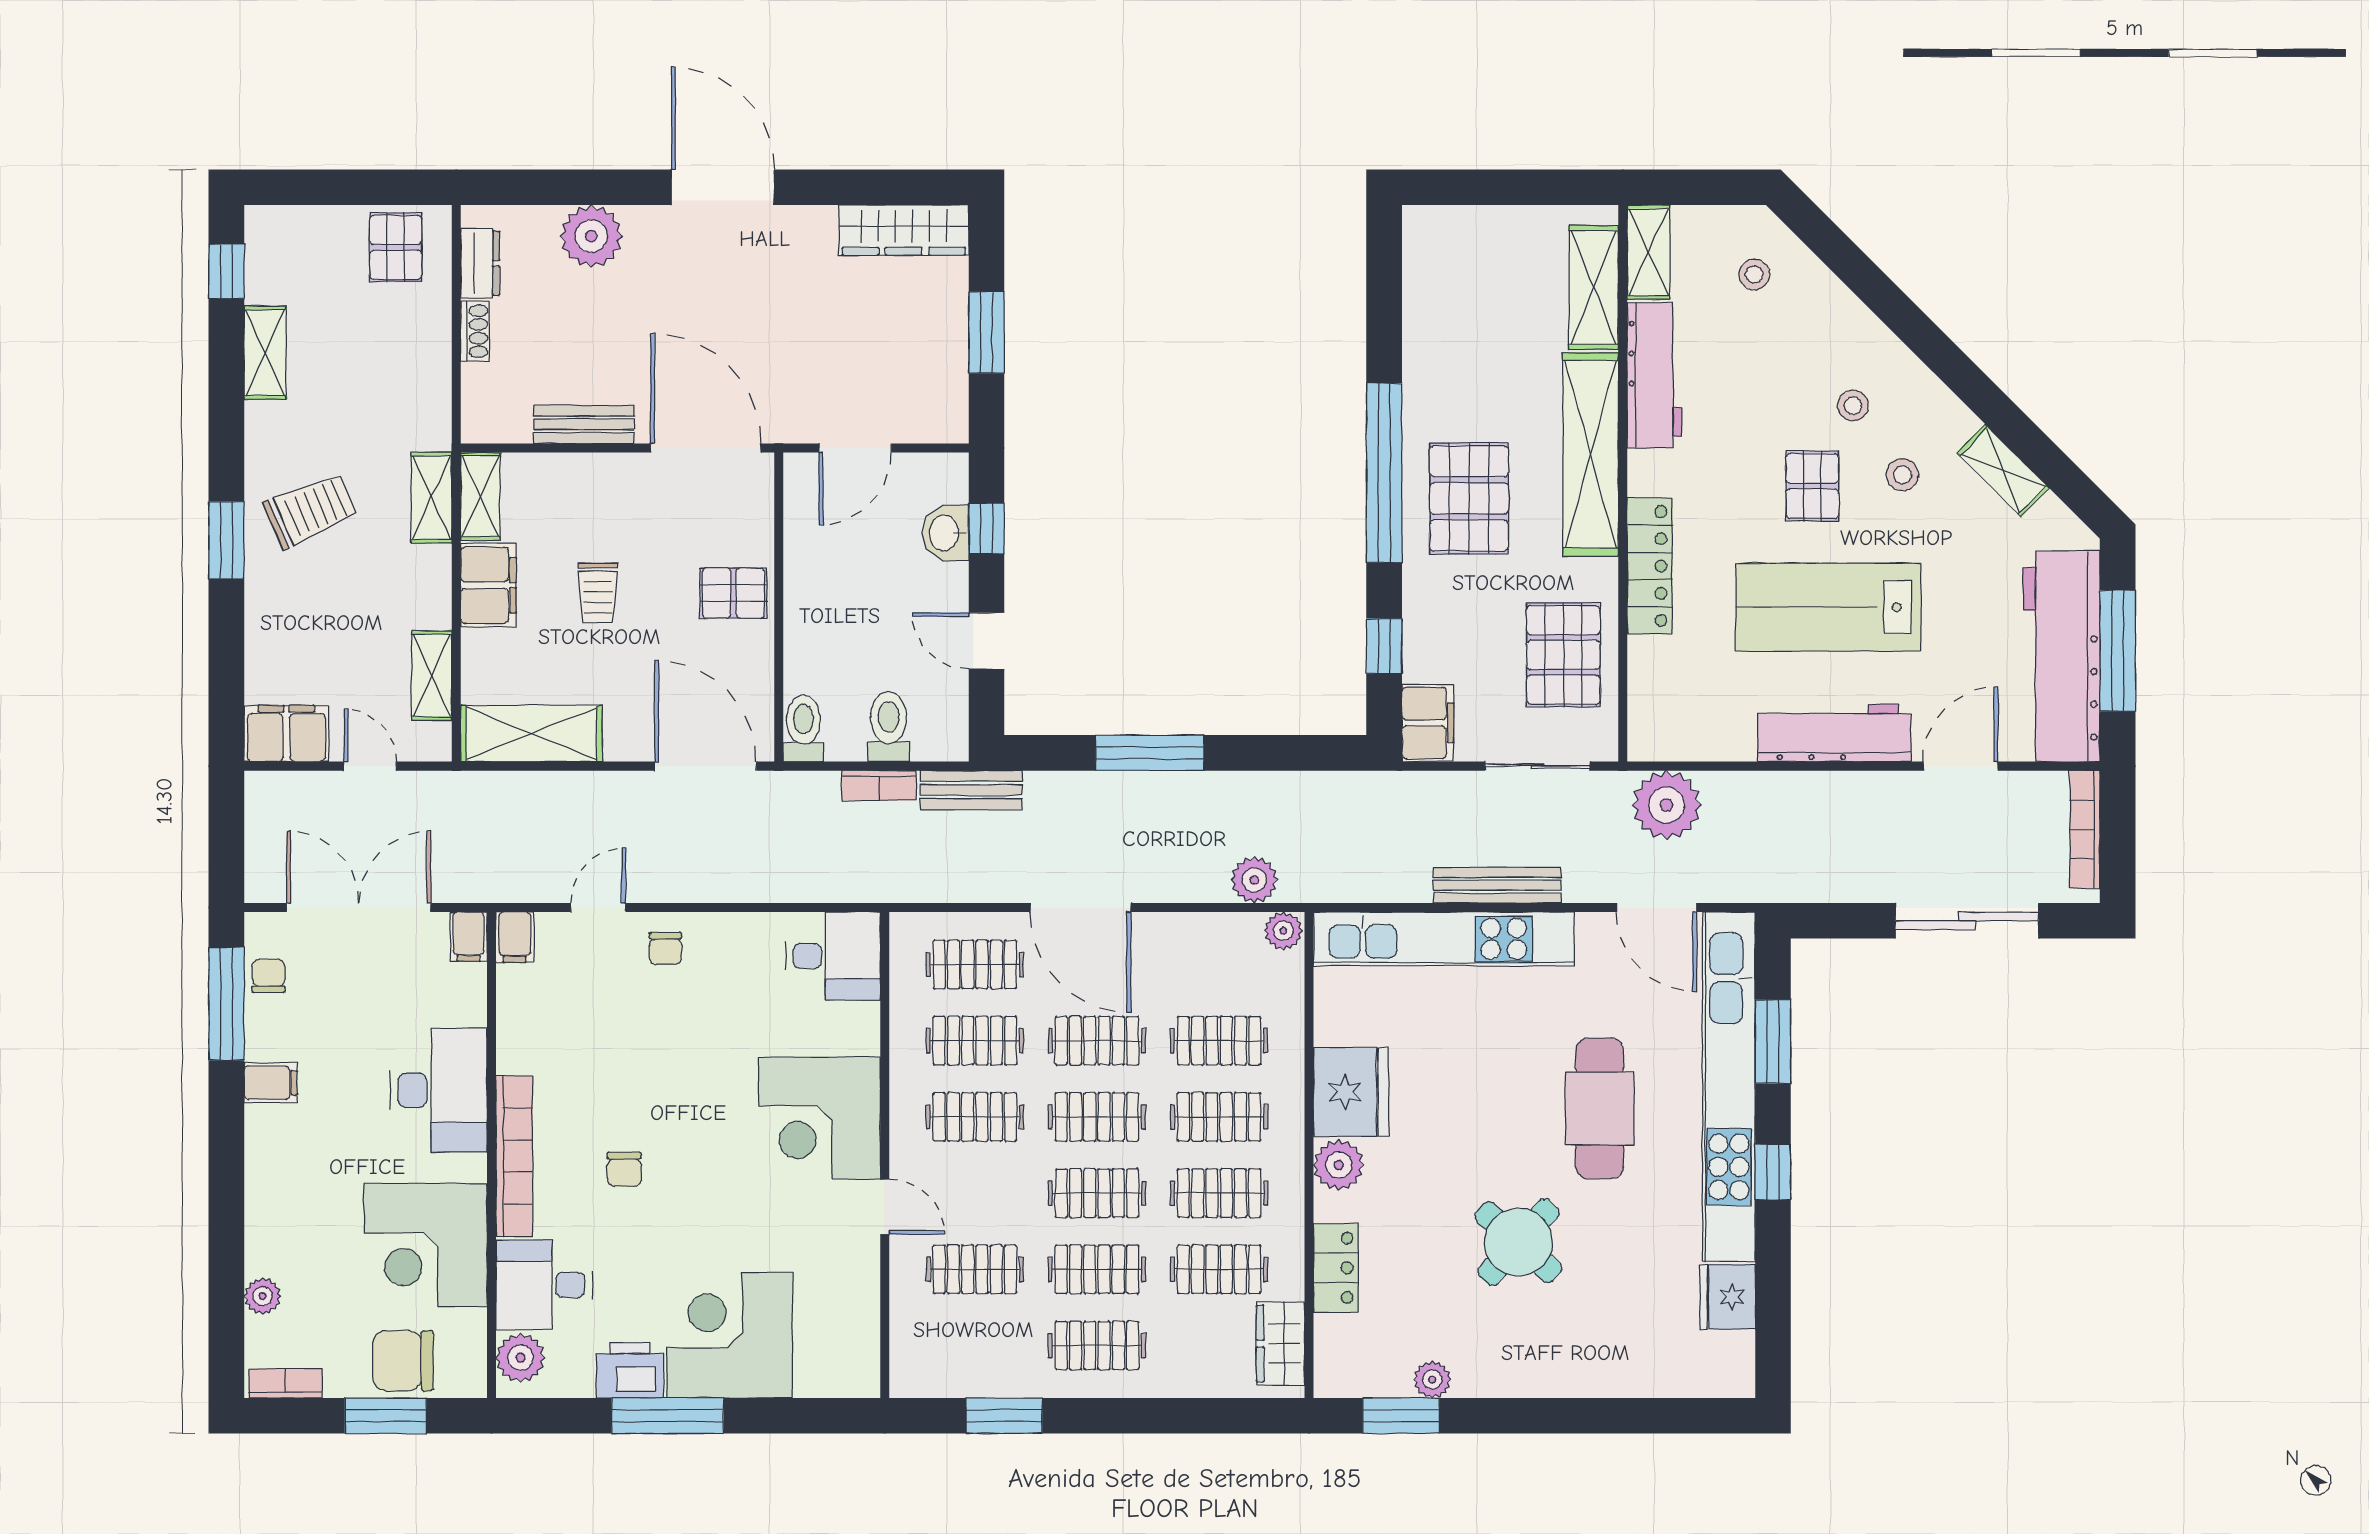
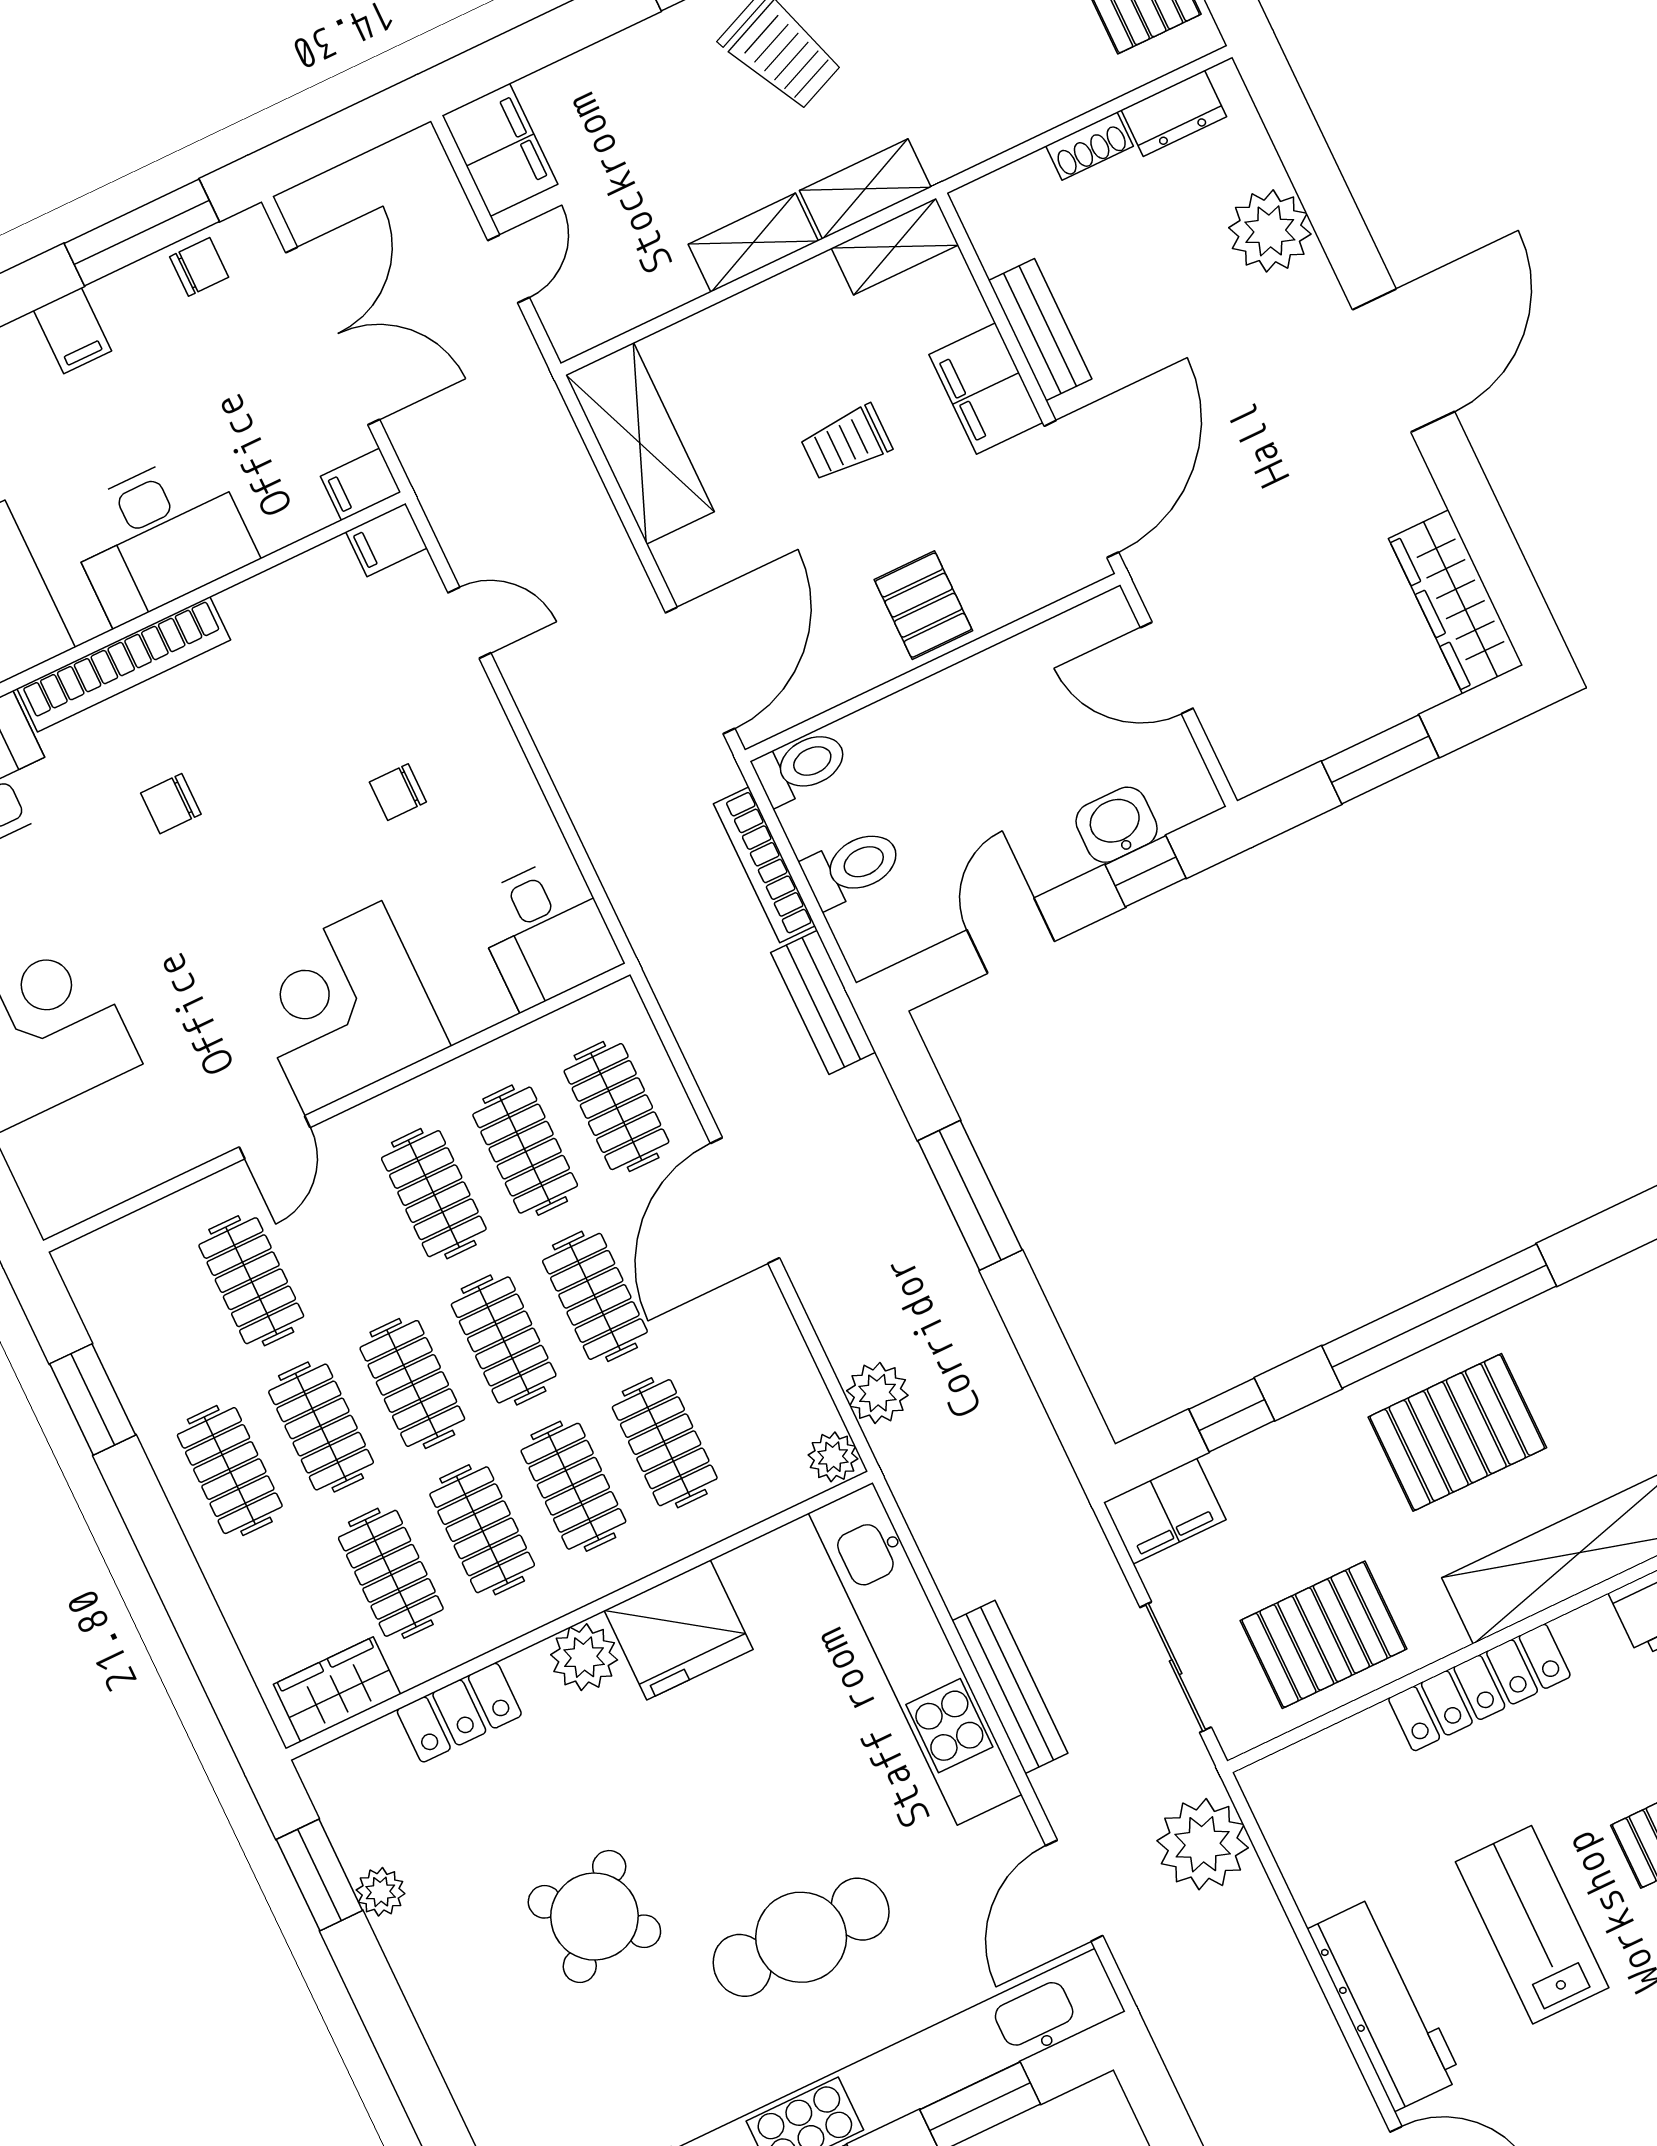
filing cabinet: (488, 585) -> (986, 388), moved, turned 90
lab bench: (1828, 607) -> (1532, 1925), width x0.73, depth x0.72
shelving: (432, 676) -> (753, 243), moved
bookcase: (879, 785) -> (764, 865), width x1.56
chair: (665, 949) -> (398, 792), moved

